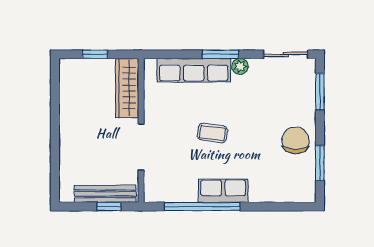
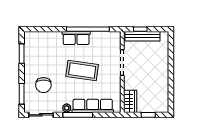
window: (220, 54) -> (78, 115), width x1.44
wardrobe: (127, 88) -> (130, 101), width x0.67
coffee table: (212, 133) -> (82, 70), width x1.86, depth x1.72
chair: (295, 140) -> (43, 85), moved

